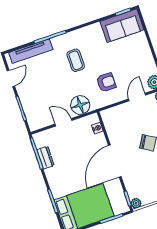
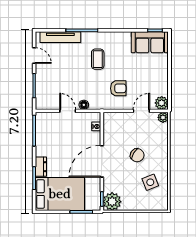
door: (11, 78) -> (34, 56), hinge flipped
floor lamp: (80, 105) -> (84, 105), width x0.53, depth x0.53
dresser: (46, 158) -> (41, 167), moved
plant: (136, 203) -> (112, 202), width x1.88, depth x1.88

